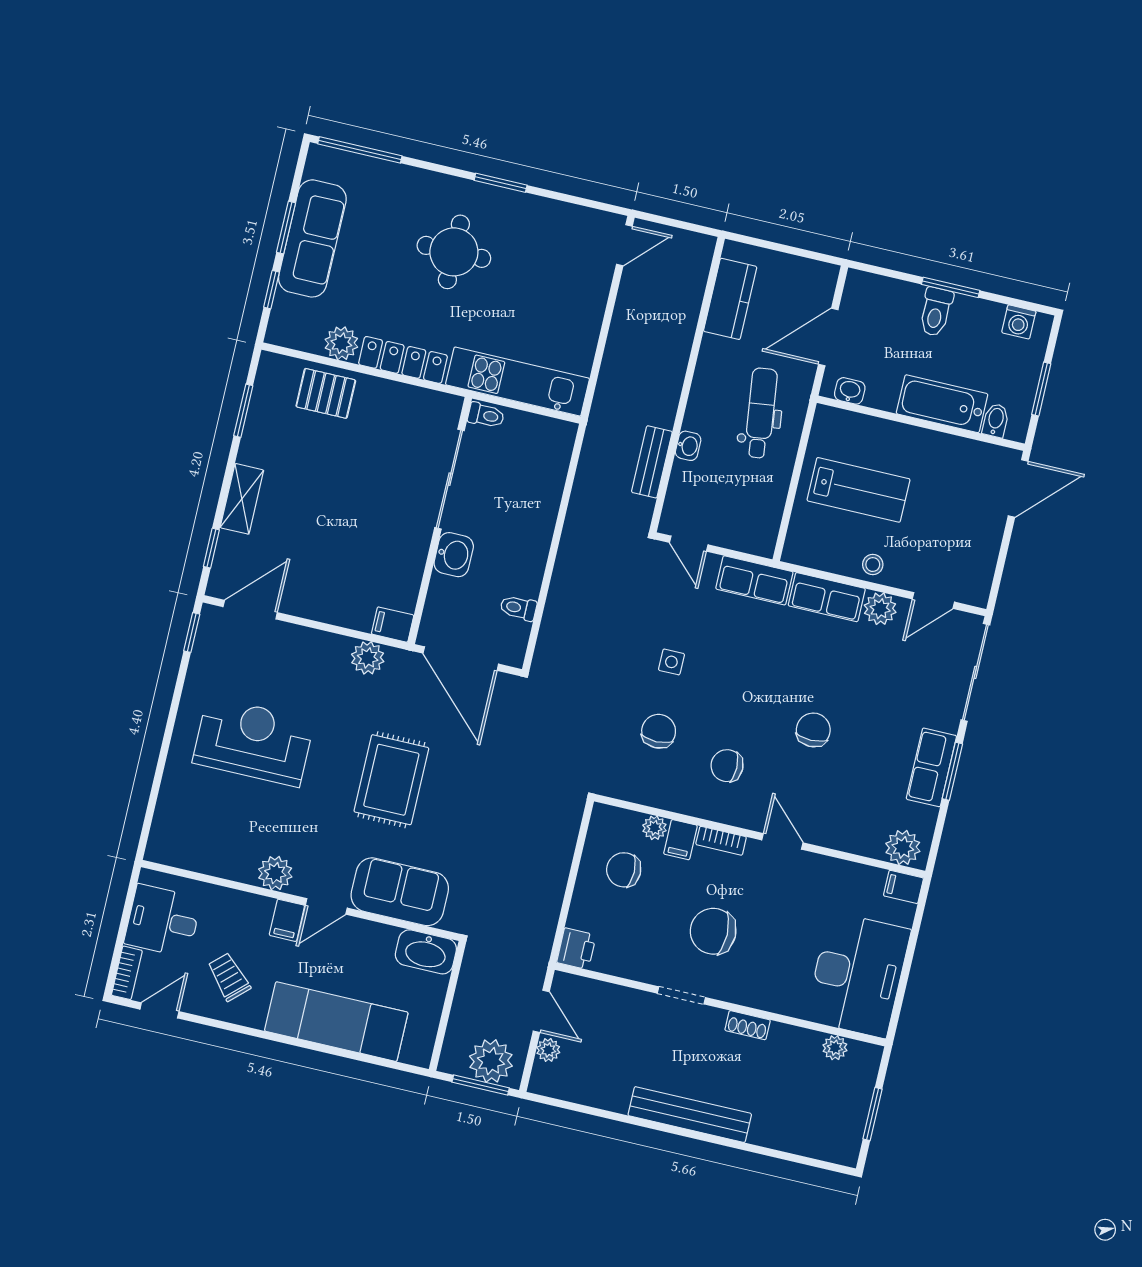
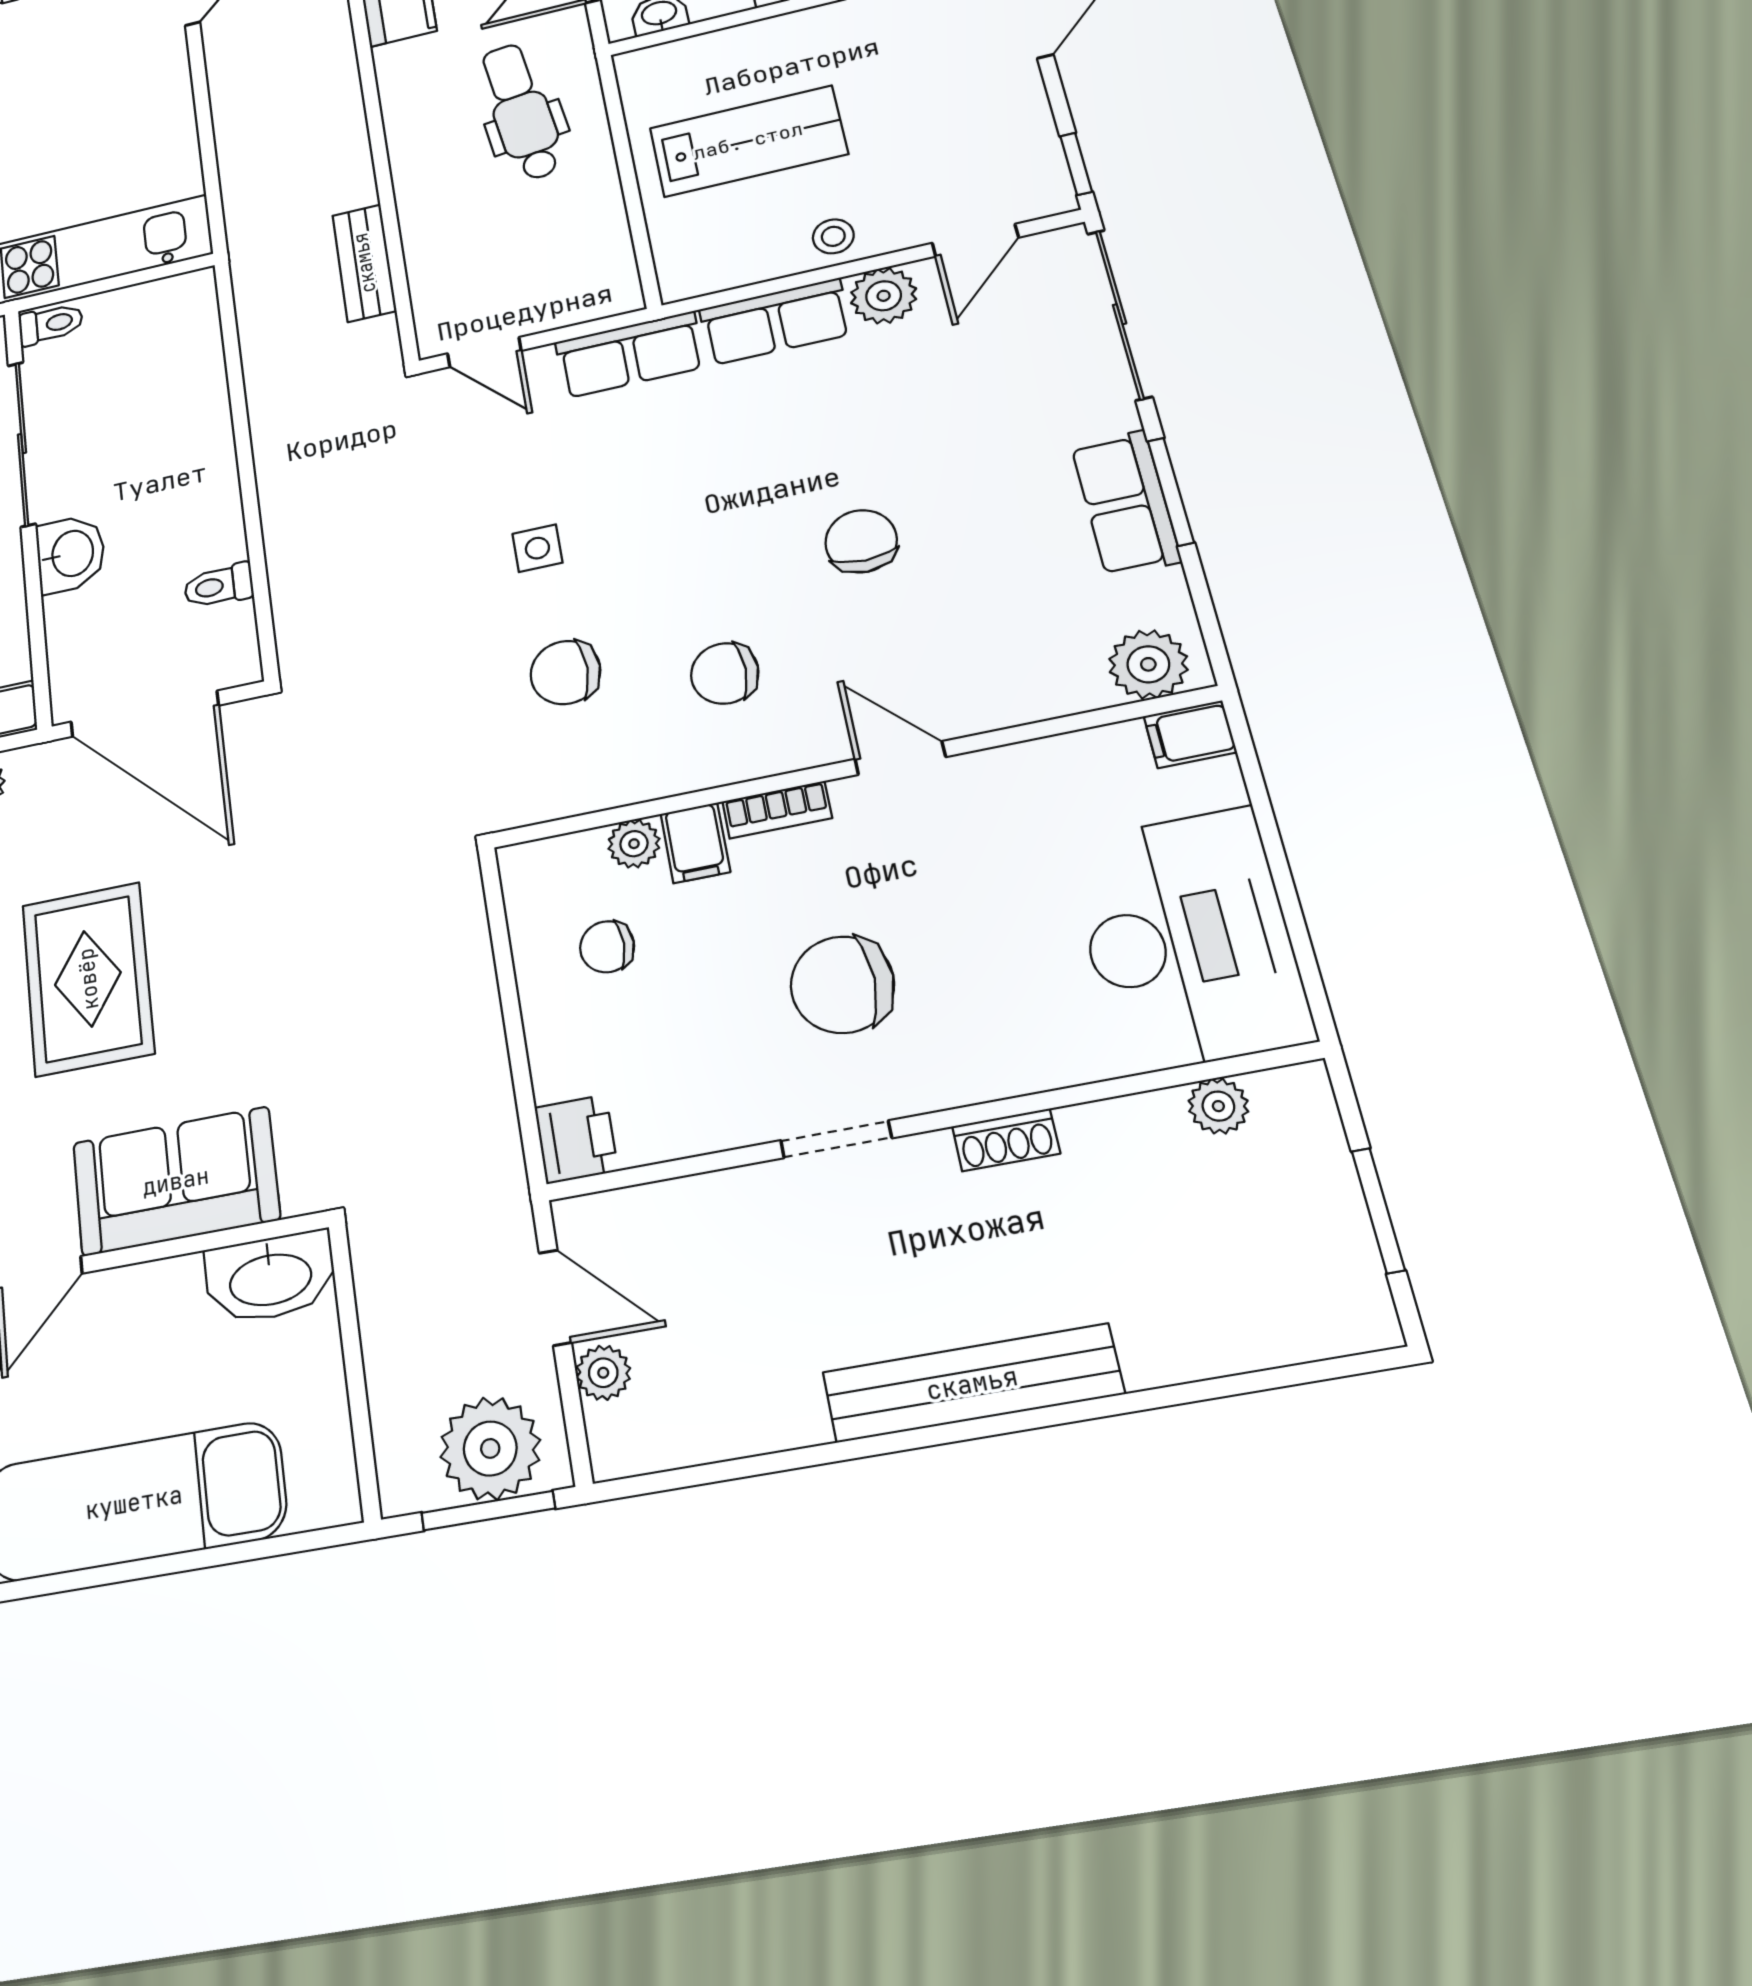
washbasin: (688, 446) -> (417, 212), removed
window: (996, 583) -> (1076, 164), added
chair: (659, 731) -> (565, 672), turned -90
chair: (624, 870) -> (607, 947), width x0.73, depth x0.73

